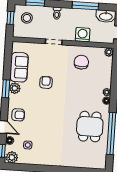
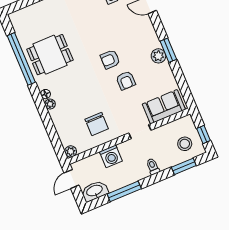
sofa: (19, 67) -> (164, 107), moved, turned 90
armchair: (18, 115) -> (110, 59), moved
dining table: (90, 127) -> (50, 55), turned 90

